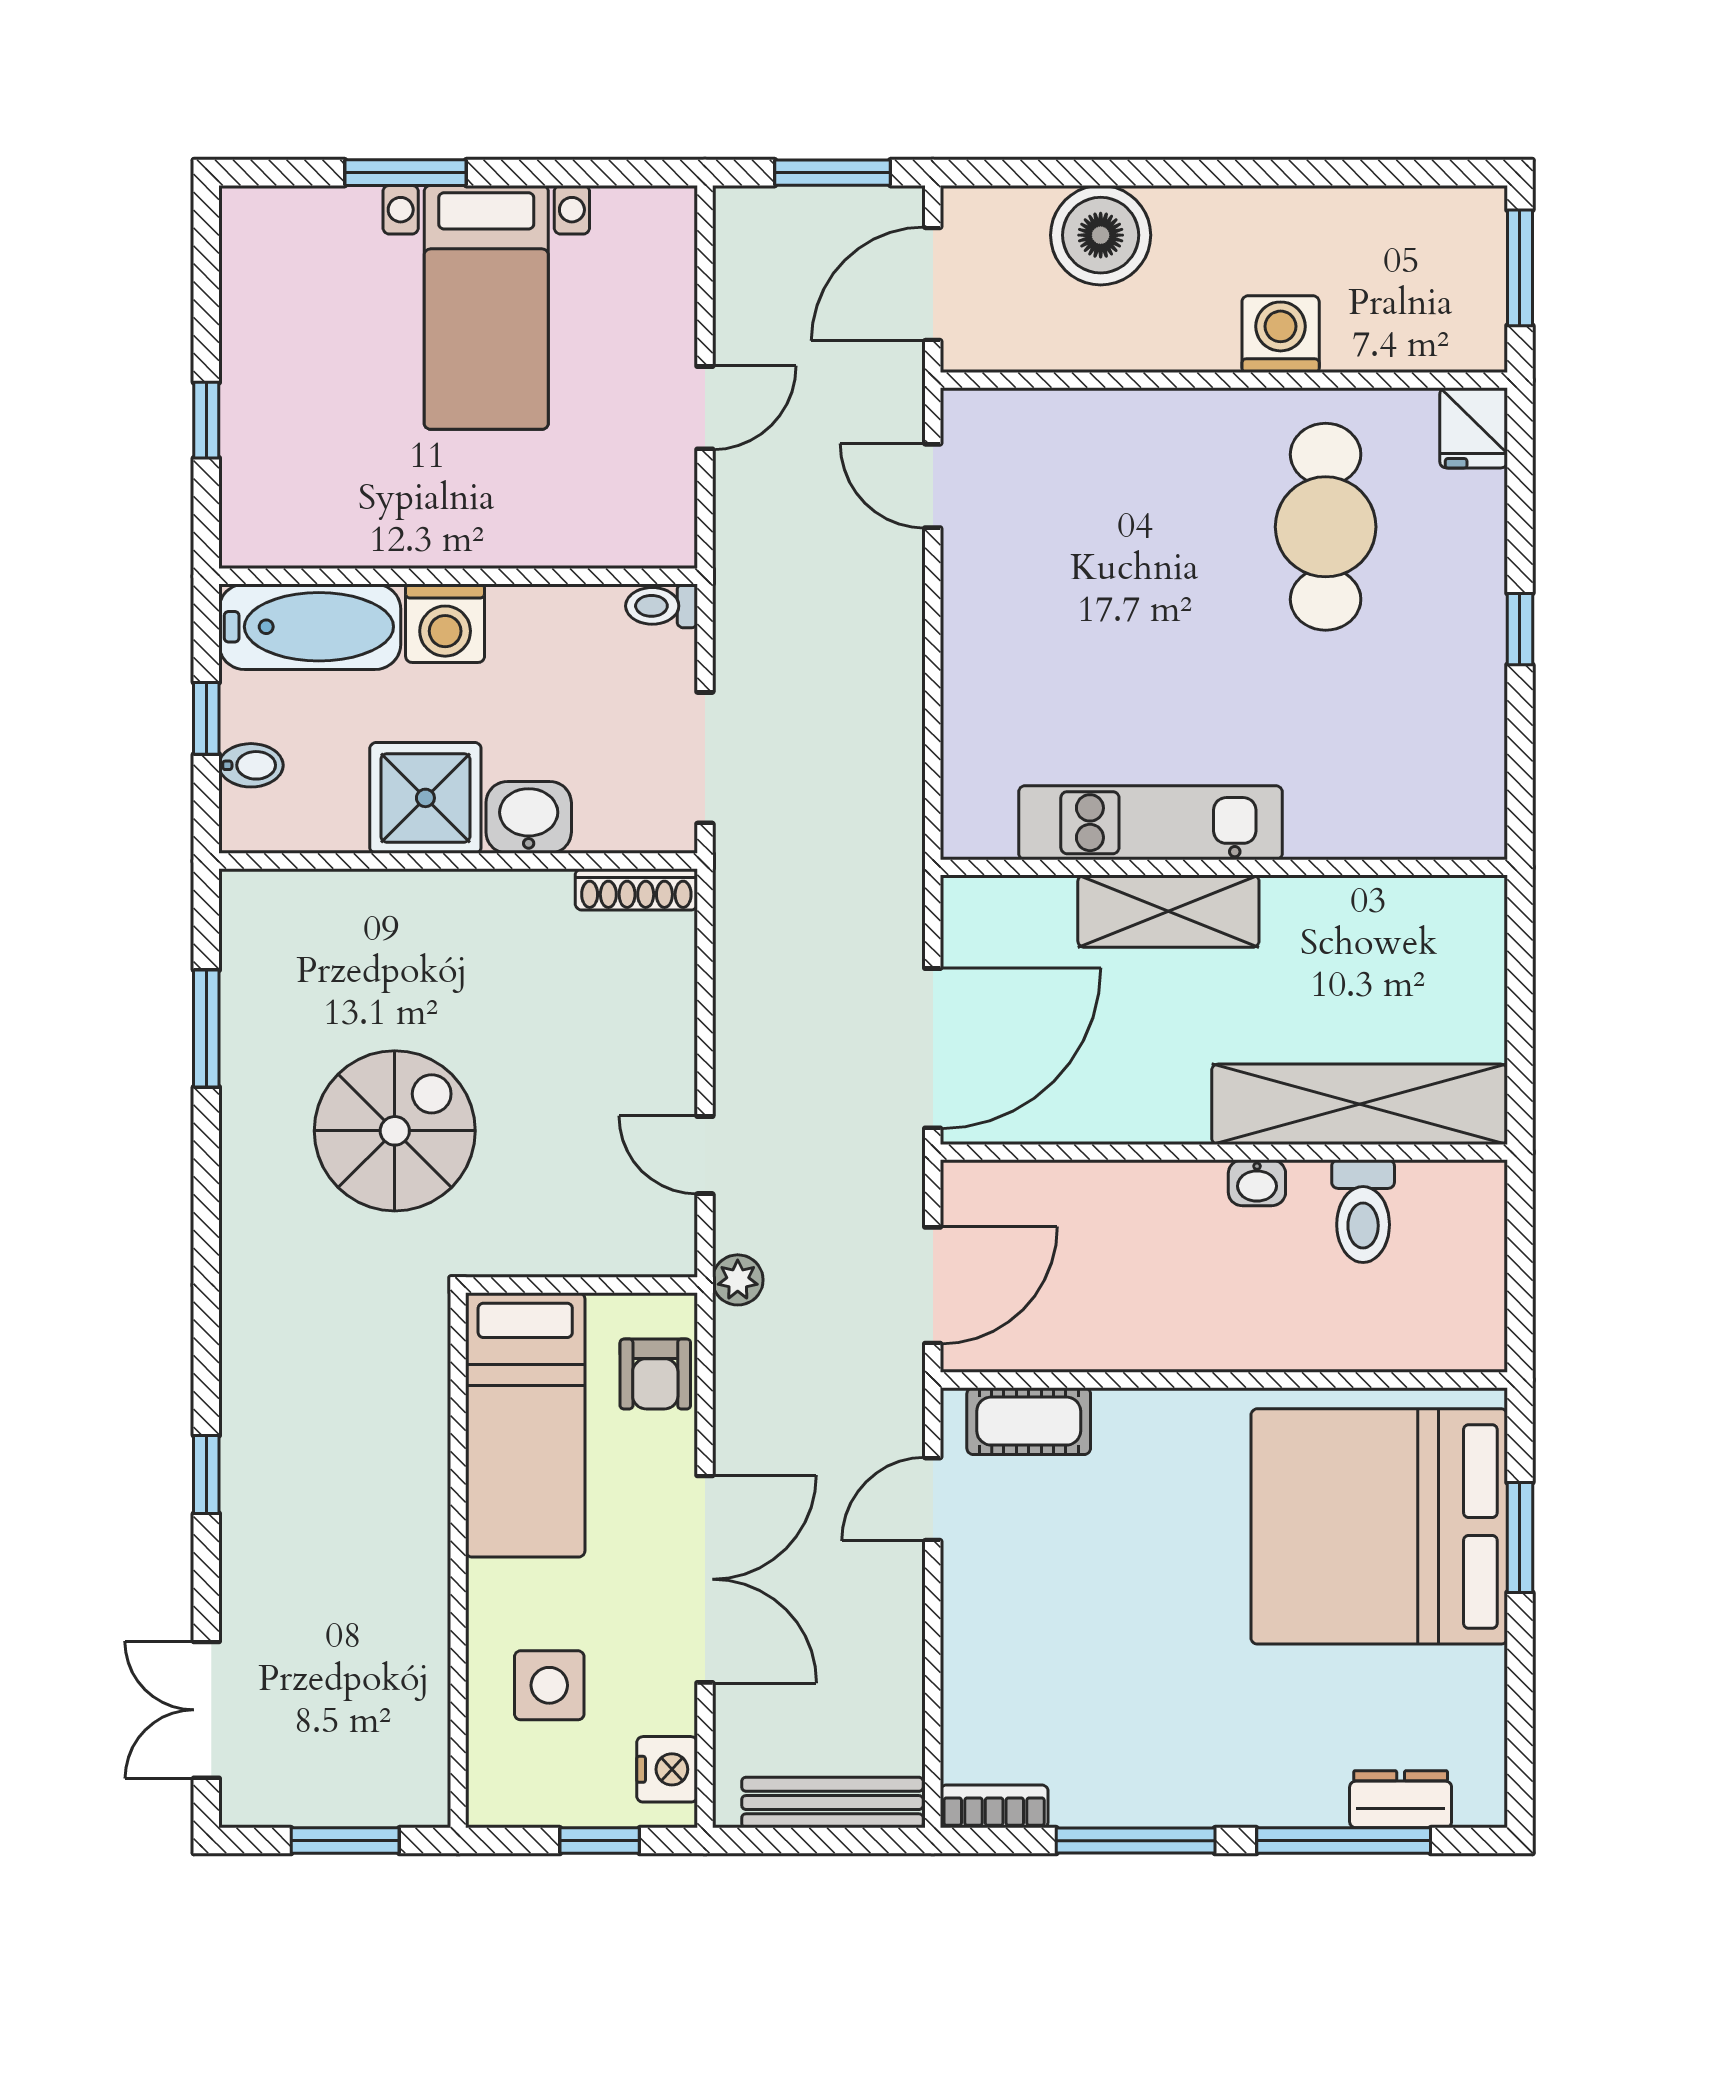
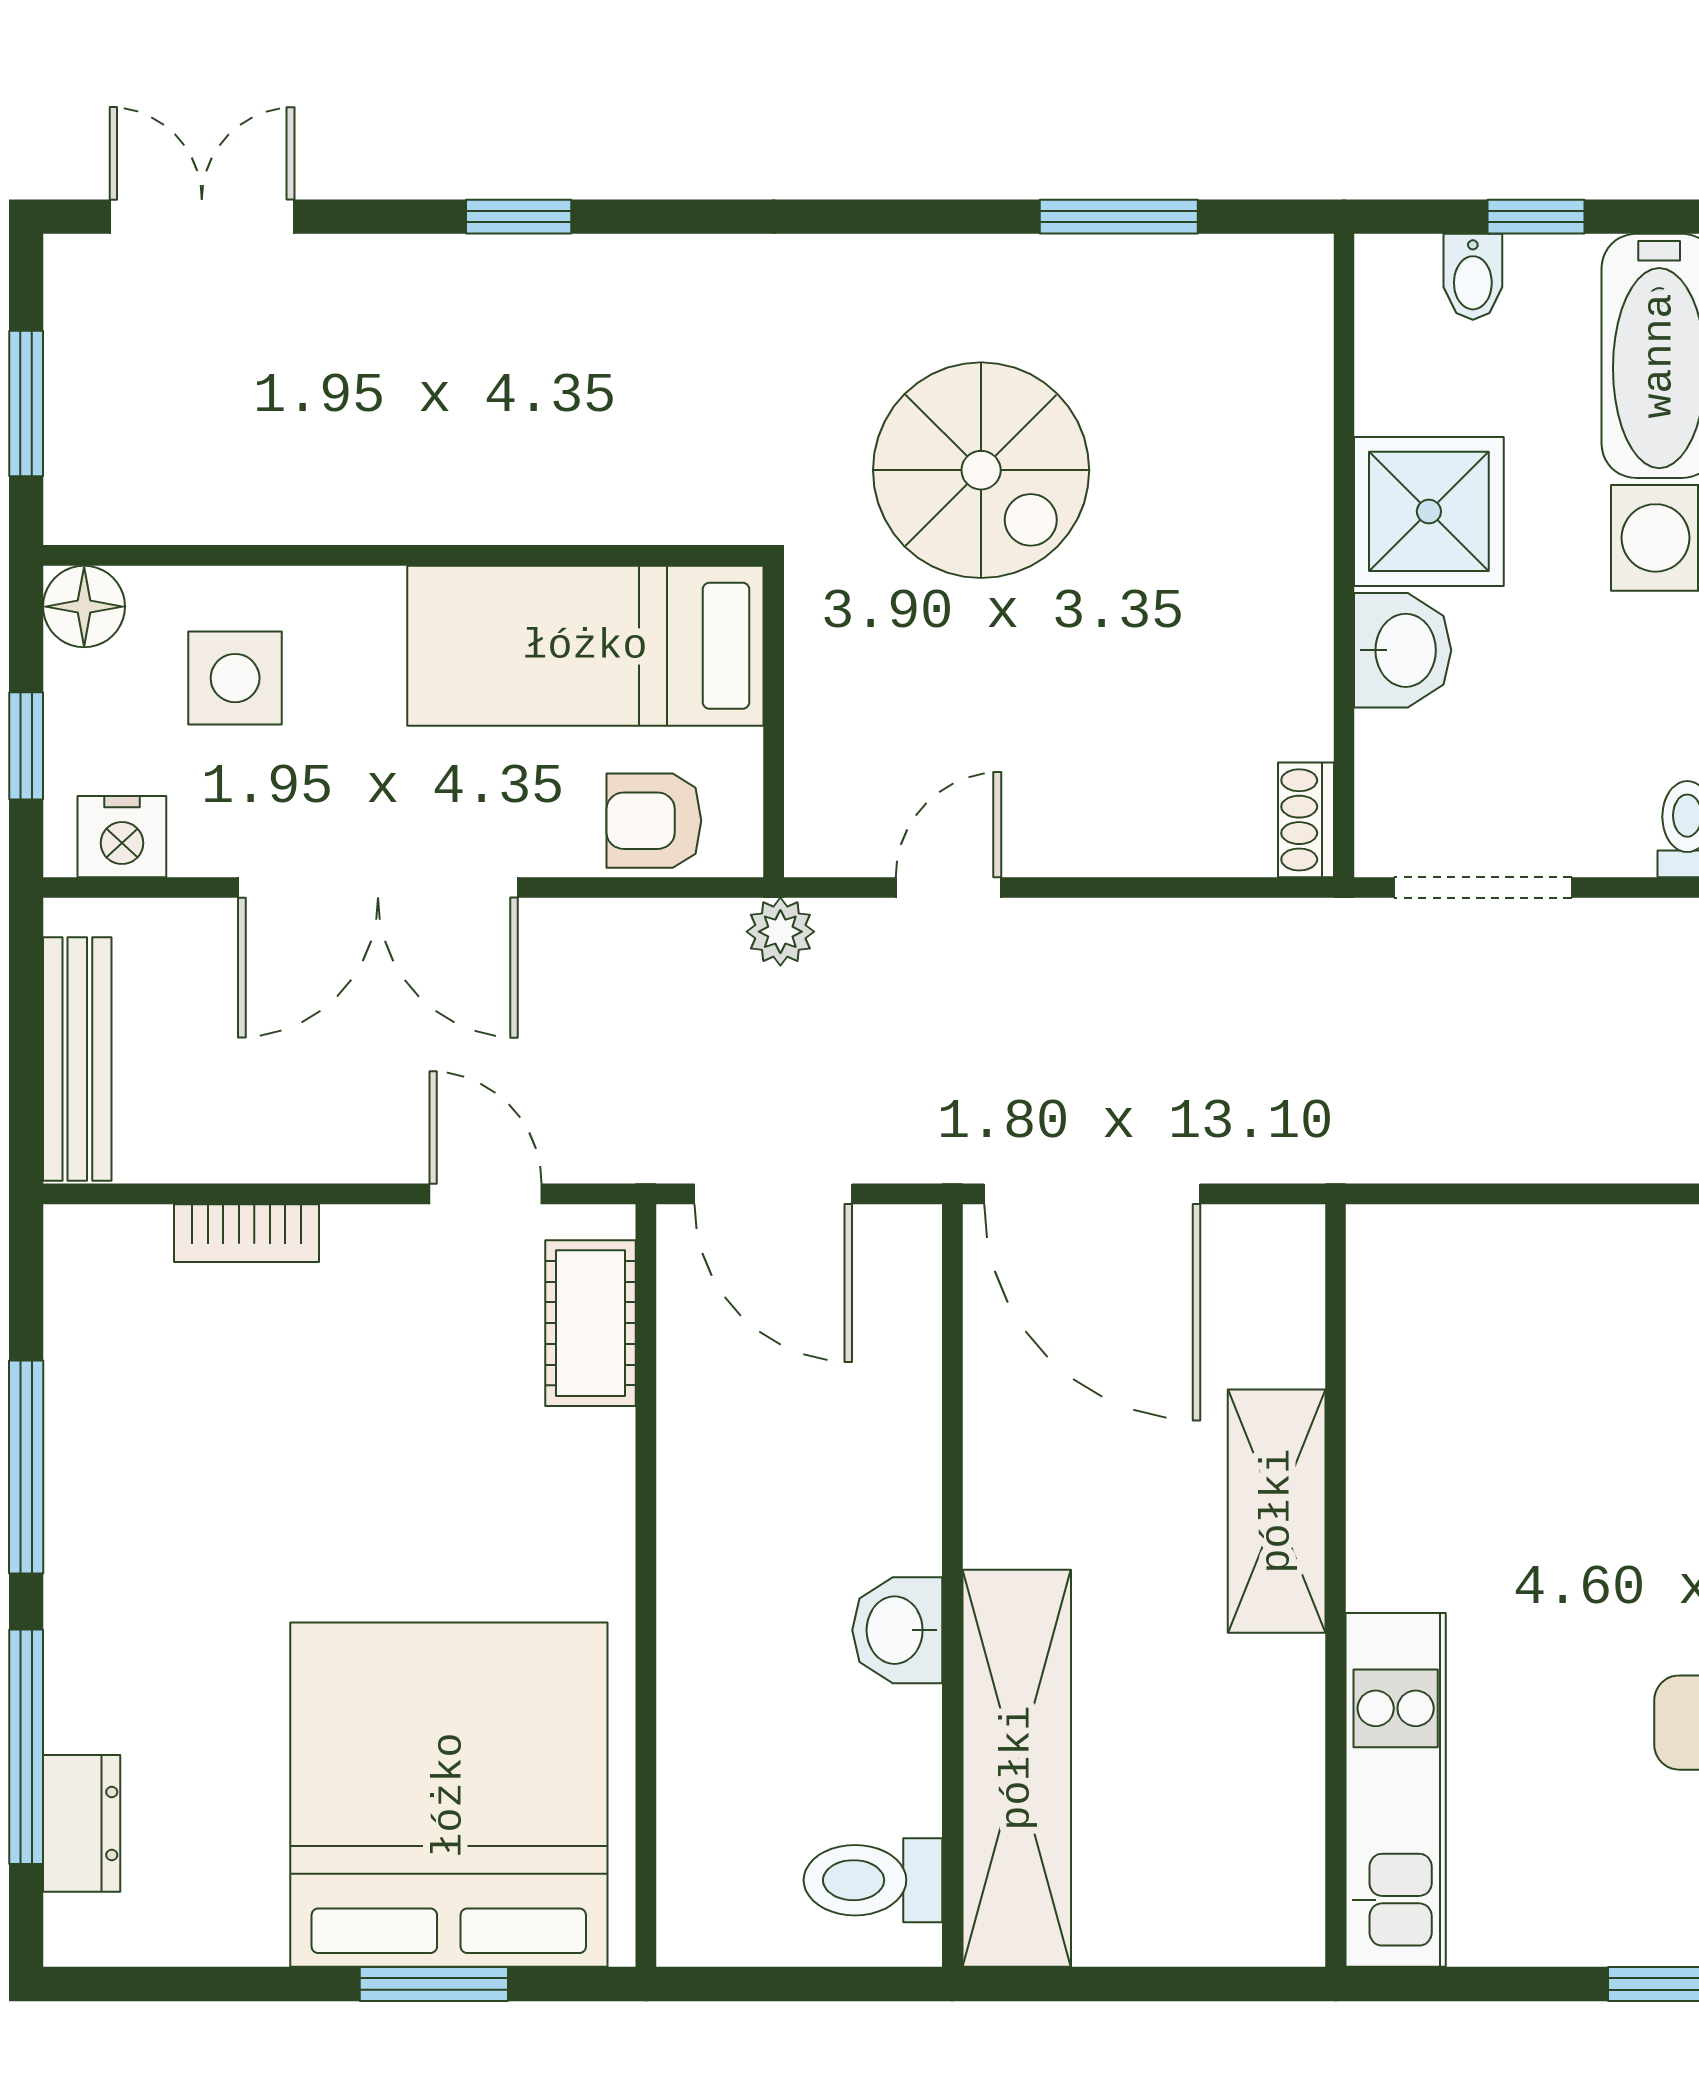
kitchen unit: (1150, 823) -> (1396, 1790), moved
shoe rack: (636, 889) -> (1306, 820), width x0.70
washbasin: (1257, 1183) -> (897, 1630), width x1.38, depth x1.45
toilet: (1363, 1211) -> (873, 1880), moved
floor lamp: (496, 1798) -> (84, 607), added
bookcase: (994, 1806) -> (246, 1233), moved, turned 90

